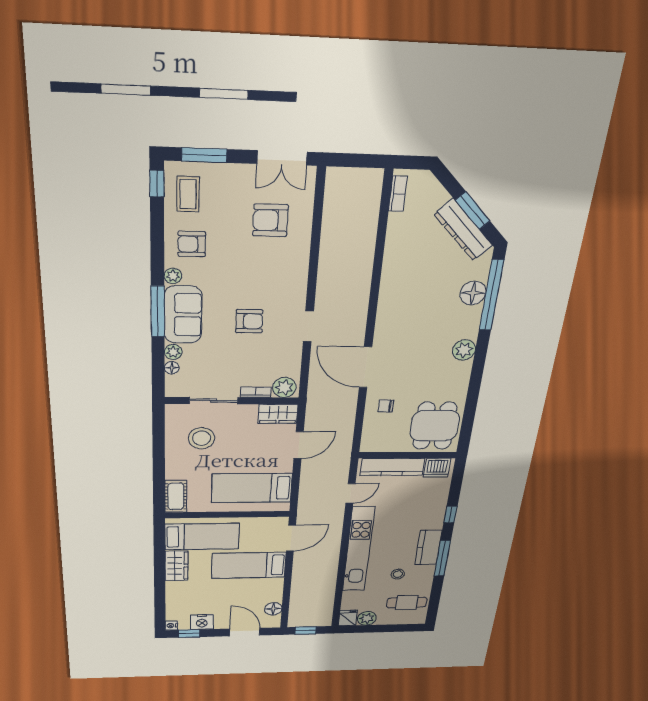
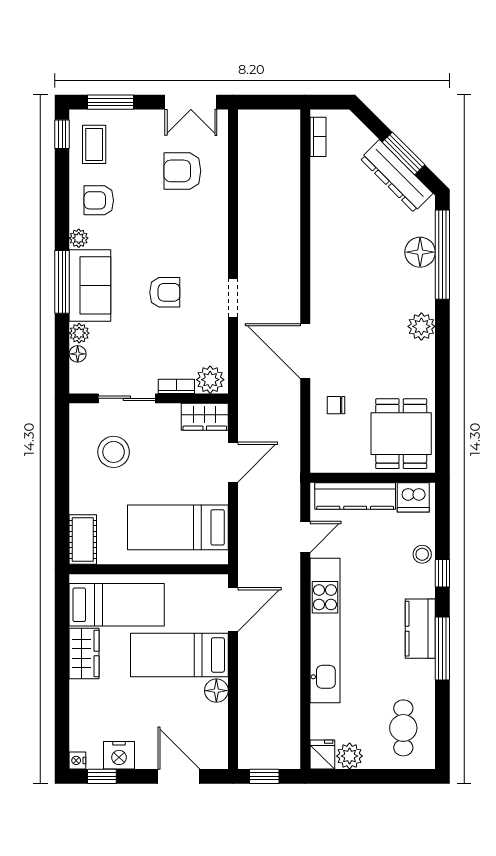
stool: (398, 574) -> (422, 554), moved
cafe table: (407, 603) -> (403, 728), turned 90
floor lamp: (273, 609) -> (216, 691), moved

